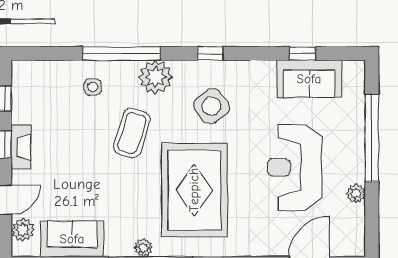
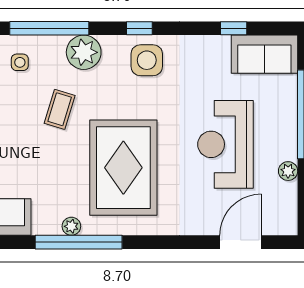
sofa: (309, 79) -> (264, 54), moved
side table: (211, 106) -> (147, 60), moved, turned 37
coffee table: (132, 133) -> (60, 109), width x0.73, depth x0.77

